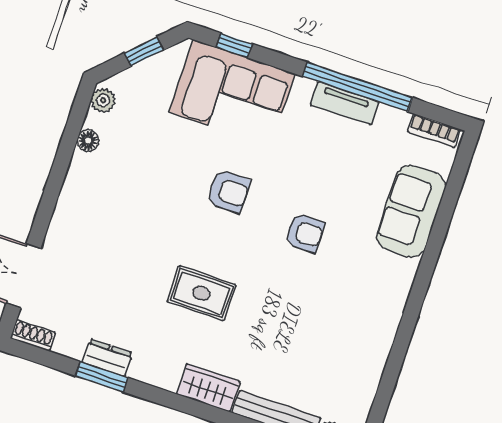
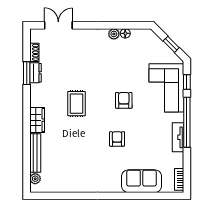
window: (357, 87) -> (187, 122), moved
plant: (103, 100) -> (114, 34), moved
armchair: (228, 191) -> (124, 100), turned 180
armchair: (305, 233) -> (117, 139), turned 180
shoe rack: (33, 335) -> (34, 52), moved

